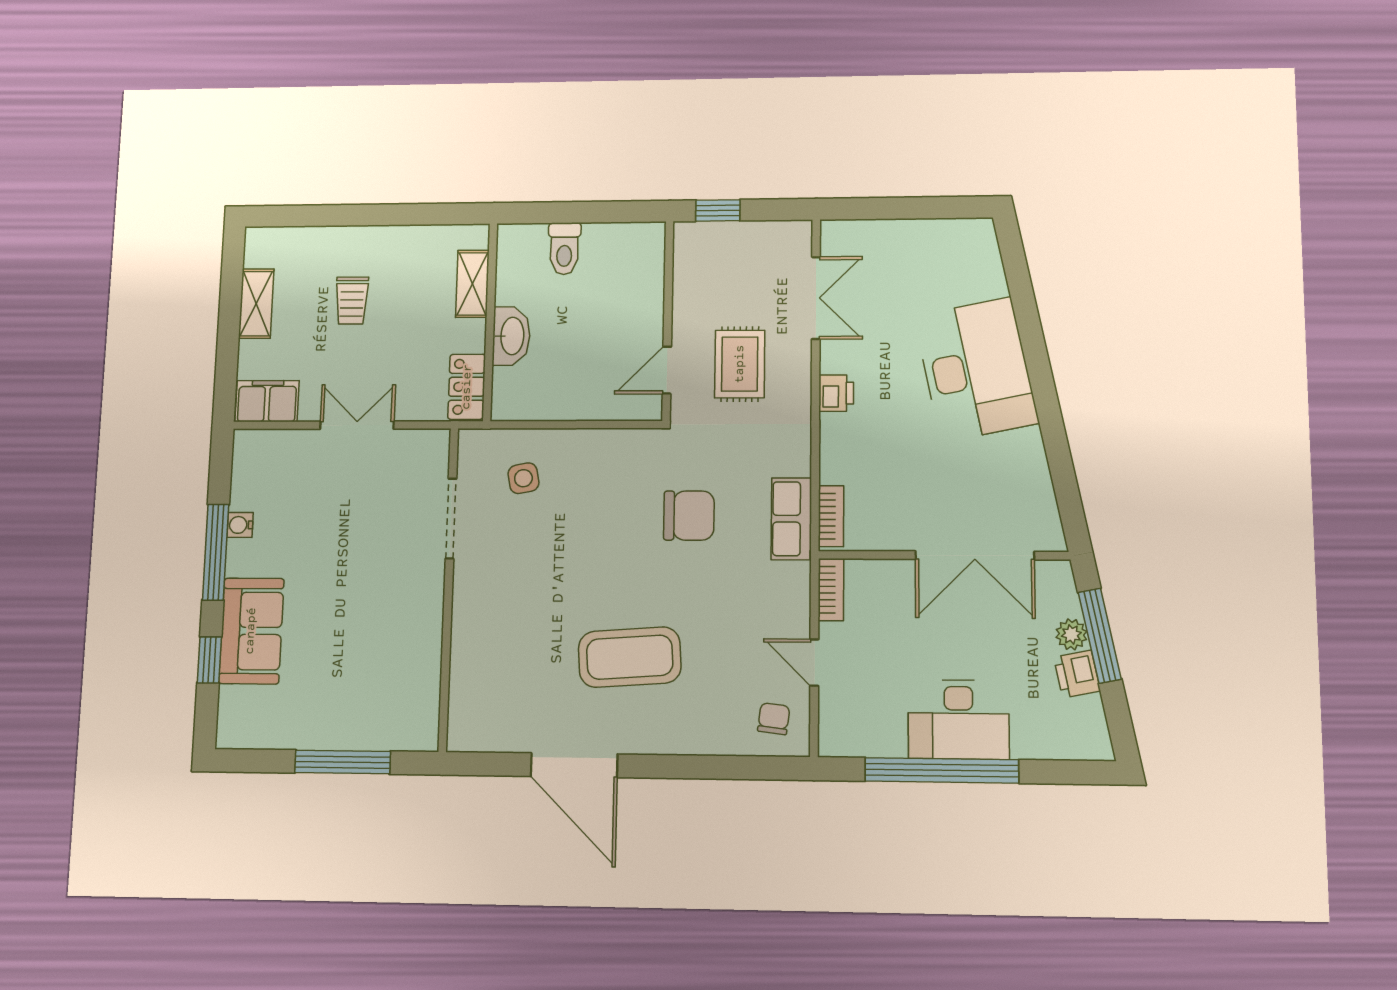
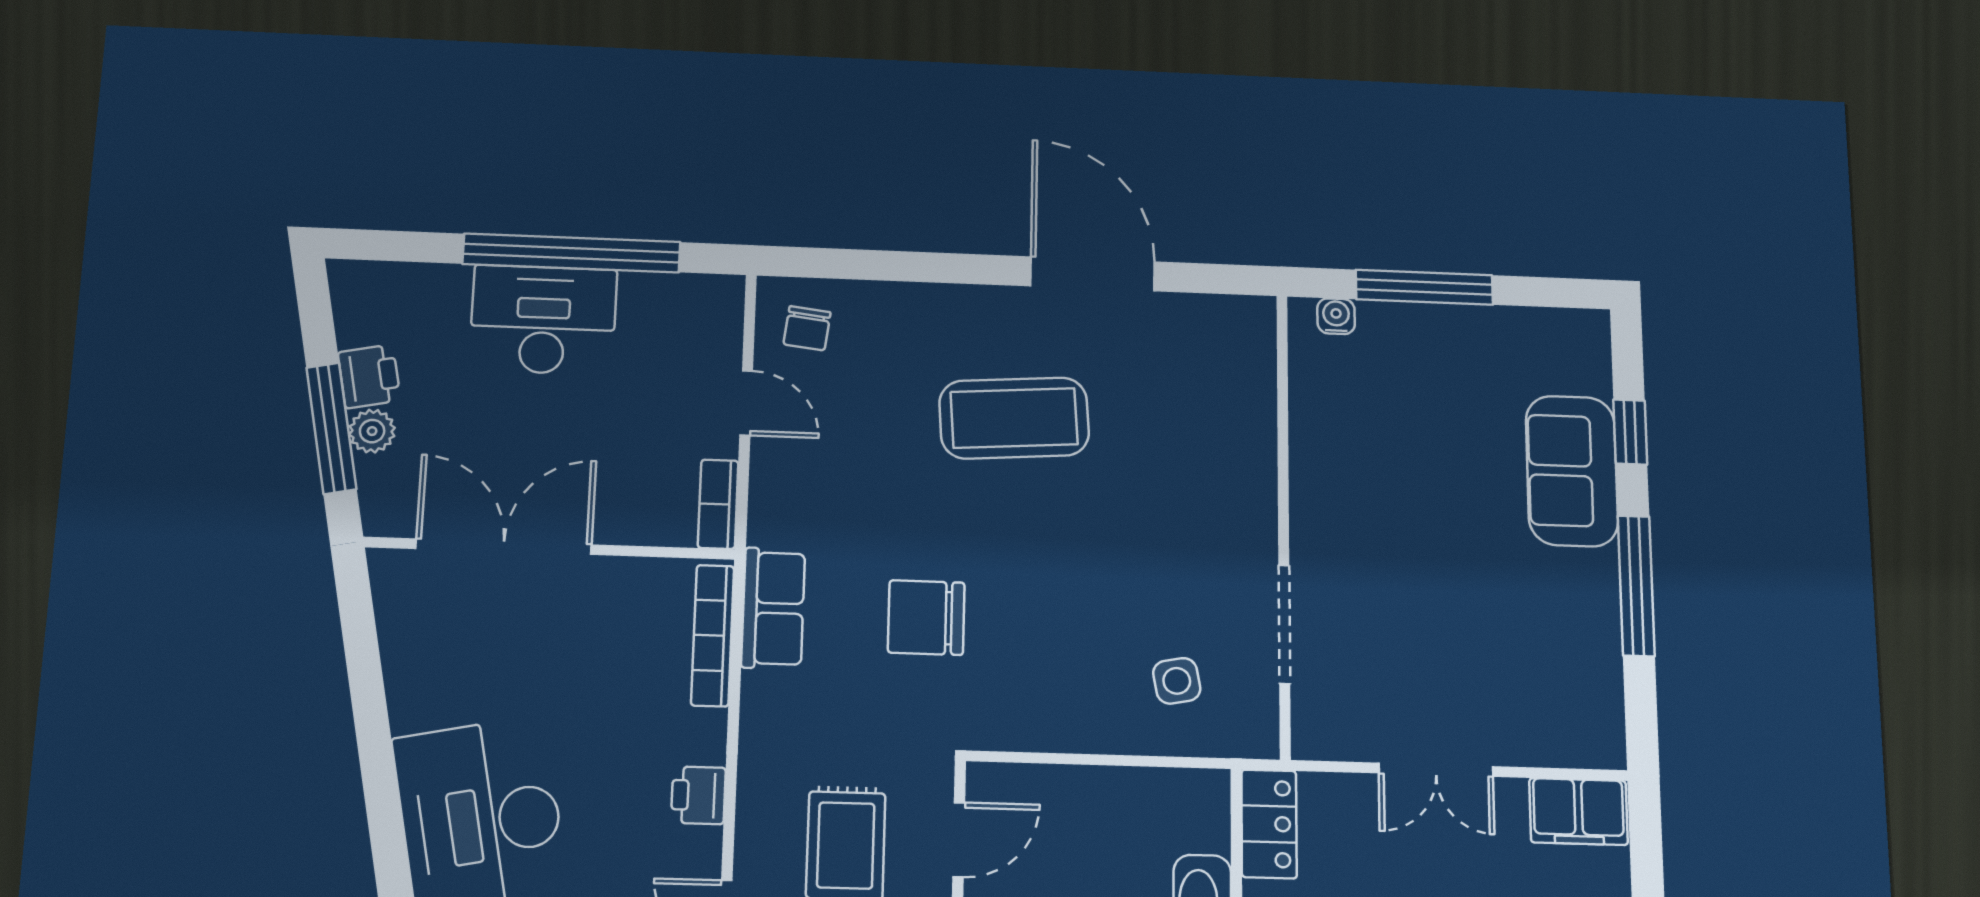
bookcase: (831, 516) -> (713, 636), width x1.56
water cooler: (240, 525) -> (1336, 316), moved, turned -90

